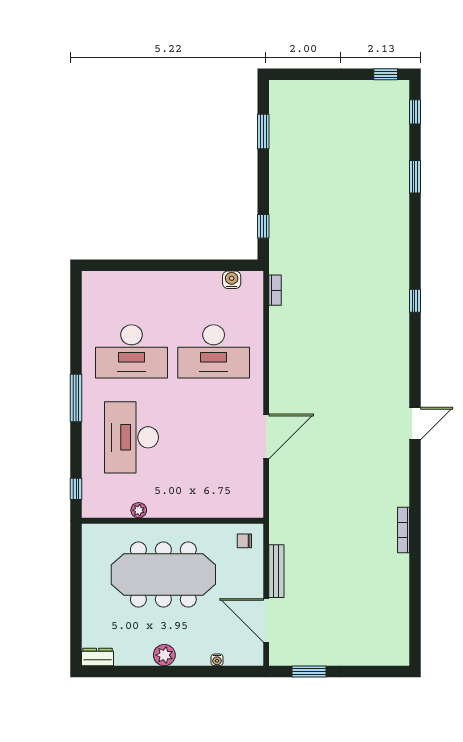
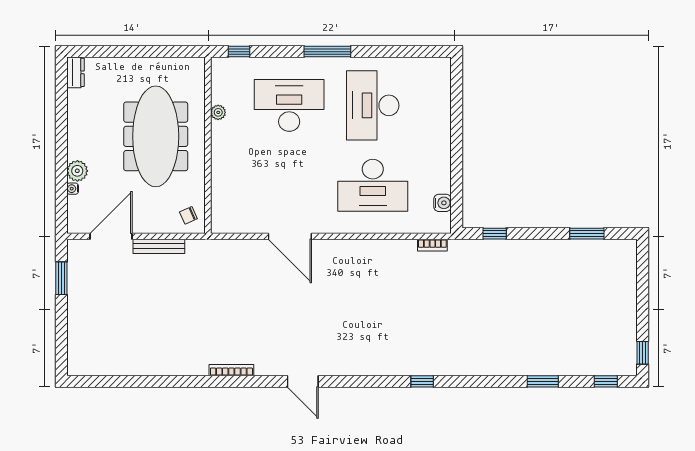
desk: (214, 351) -> (373, 185), turned -90
bookcase: (404, 530) -> (231, 370), moved
chair: (244, 541) -> (188, 215), turned -114
plant: (164, 655) -> (77, 171), moved

